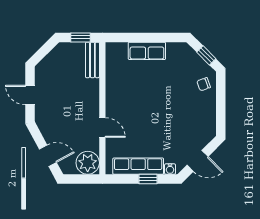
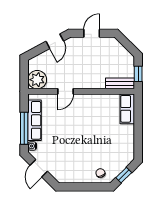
row of seats: (147, 51) -> (127, 109), moved
door: (48, 156) -> (55, 41), moved
window: (148, 179) -> (24, 128), width x2.17

